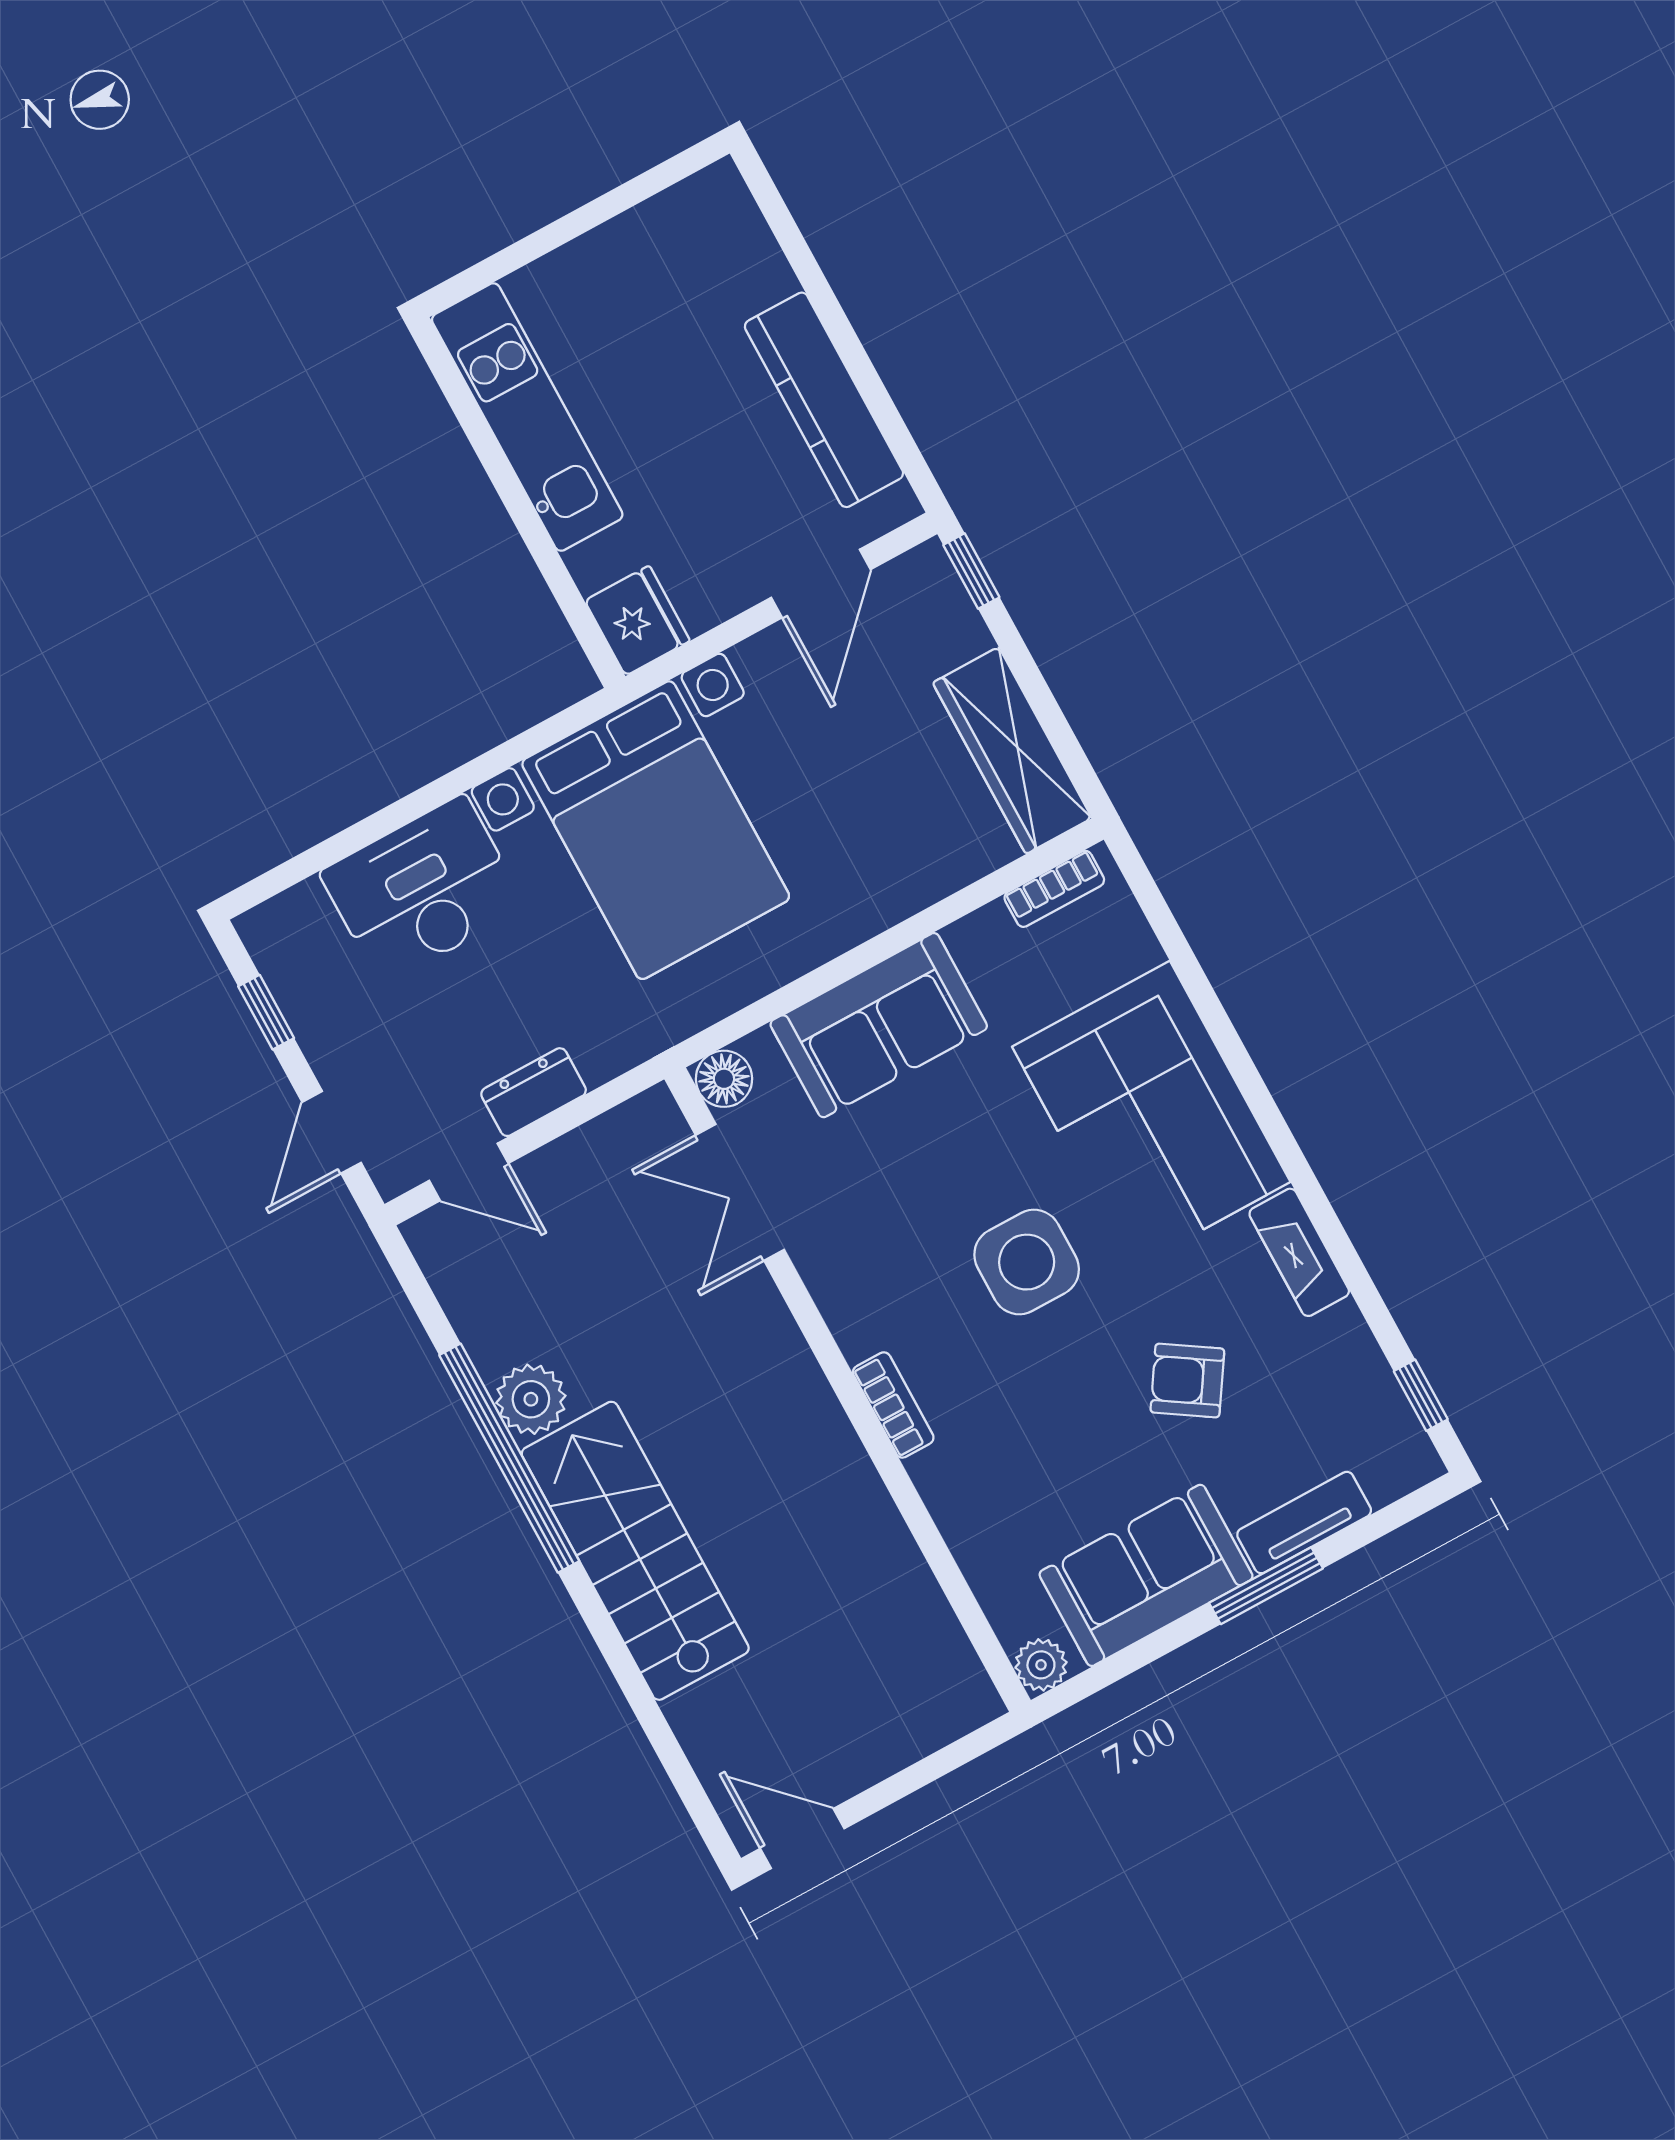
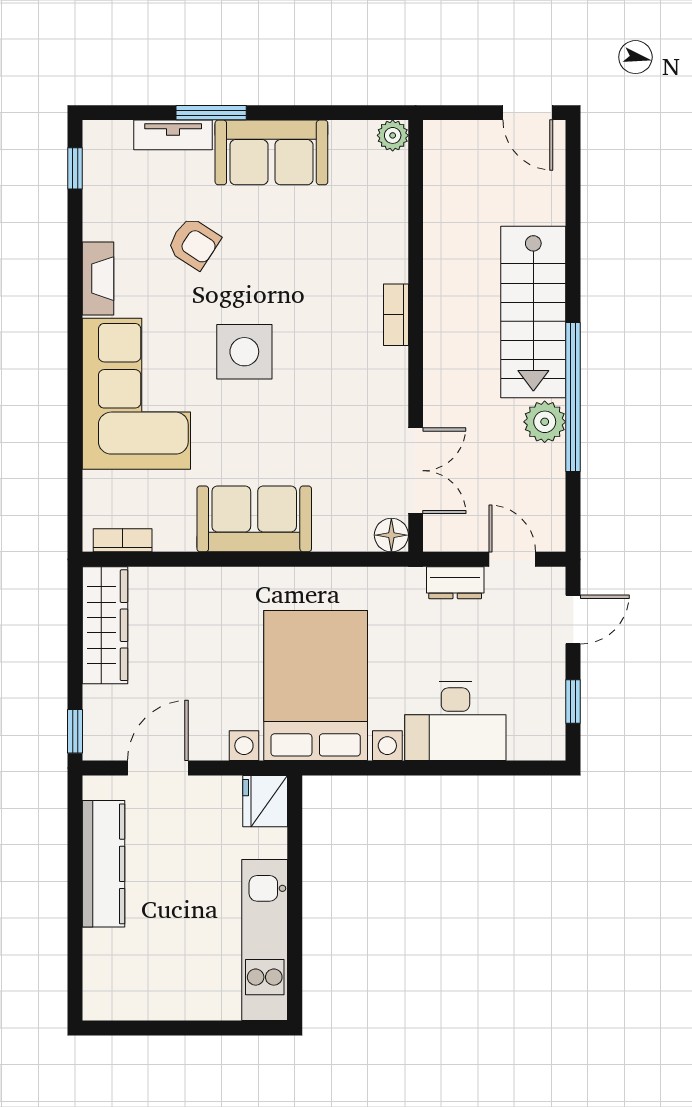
floor lamp: (724, 1079) -> (391, 535), moved
double door: (740, 1192) -> (416, 471), moved
wall: (847, 1390) -> (416, 336), moved
bookcase: (893, 1405) -> (396, 315), moved
plant: (1041, 1665) -> (393, 135), moved

